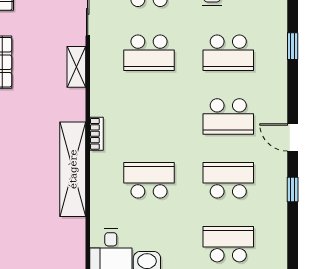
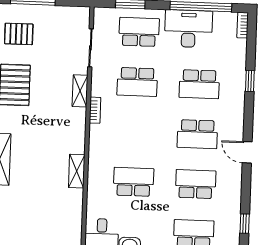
bookcase: (97, 134) -> (95, 110), moved
shelving: (73, 169) -> (77, 171), width x0.45, depth x0.75
window: (293, 190) -> (245, 224), moved

